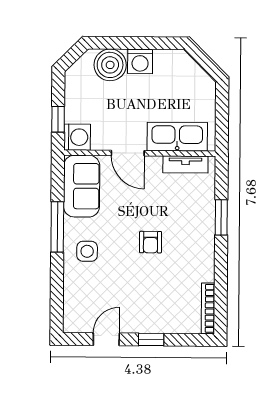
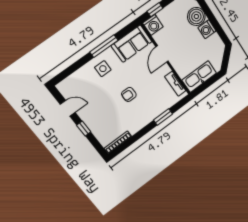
kitchen sink: (177, 137) -> (199, 77), moved, turned -90

